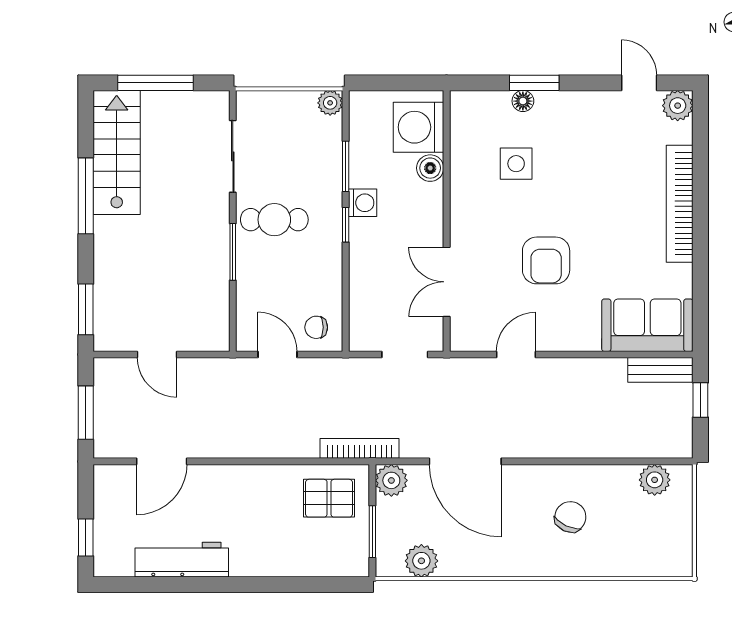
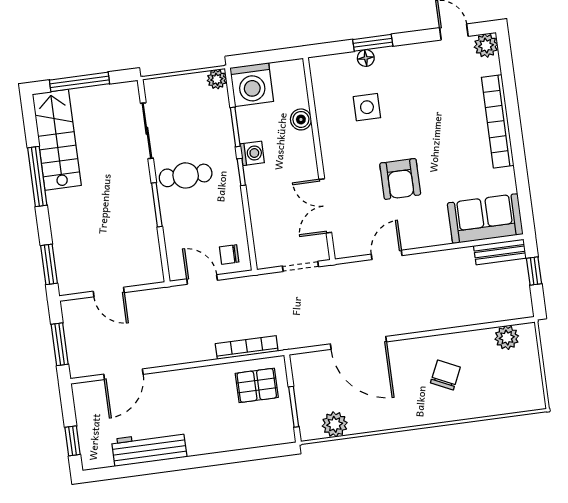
washing machine: (418, 127) -> (252, 85), moved, turned -90
bookcase: (359, 448) -> (247, 347), moved
plant: (391, 480) -> (303, 365), removed

